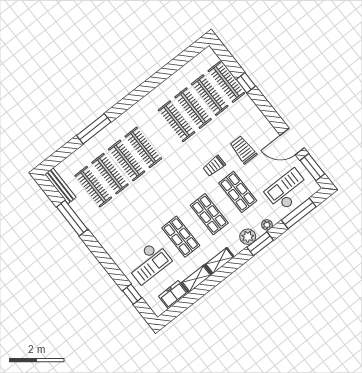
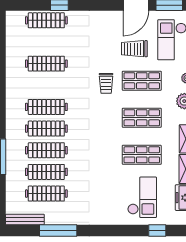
clothes rail: (210, 95) -> (46, 42), removed
clothes rail: (176, 121) -> (46, 107), moved
trolley: (243, 150) -> (134, 49), moved

